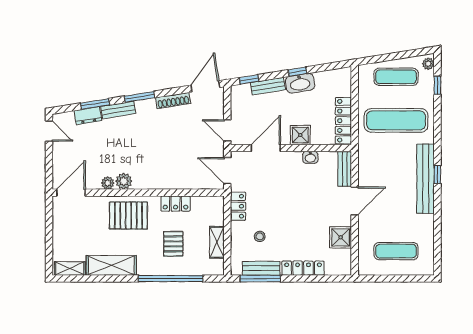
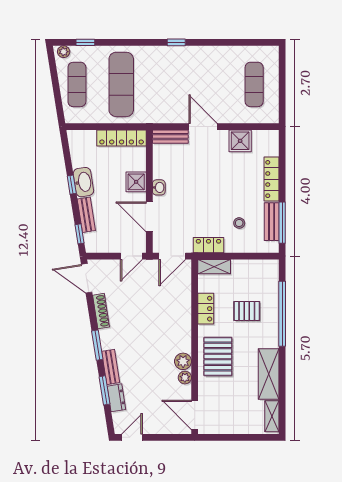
washbasin: (310, 157) -> (159, 187), moved
bench: (426, 179) -> (180, 54), removed
shelving: (217, 242) -> (214, 267), moved

